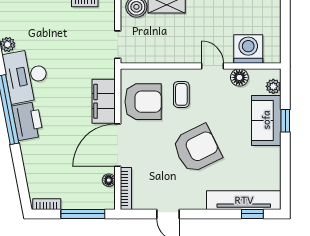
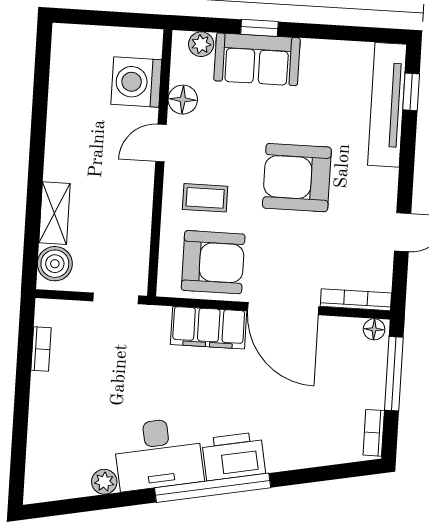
armchair: (143, 102) -> (213, 262), turned 90
armchair: (197, 149) -> (297, 178), turned -64
floor lamp: (109, 180) -> (374, 329), moved

